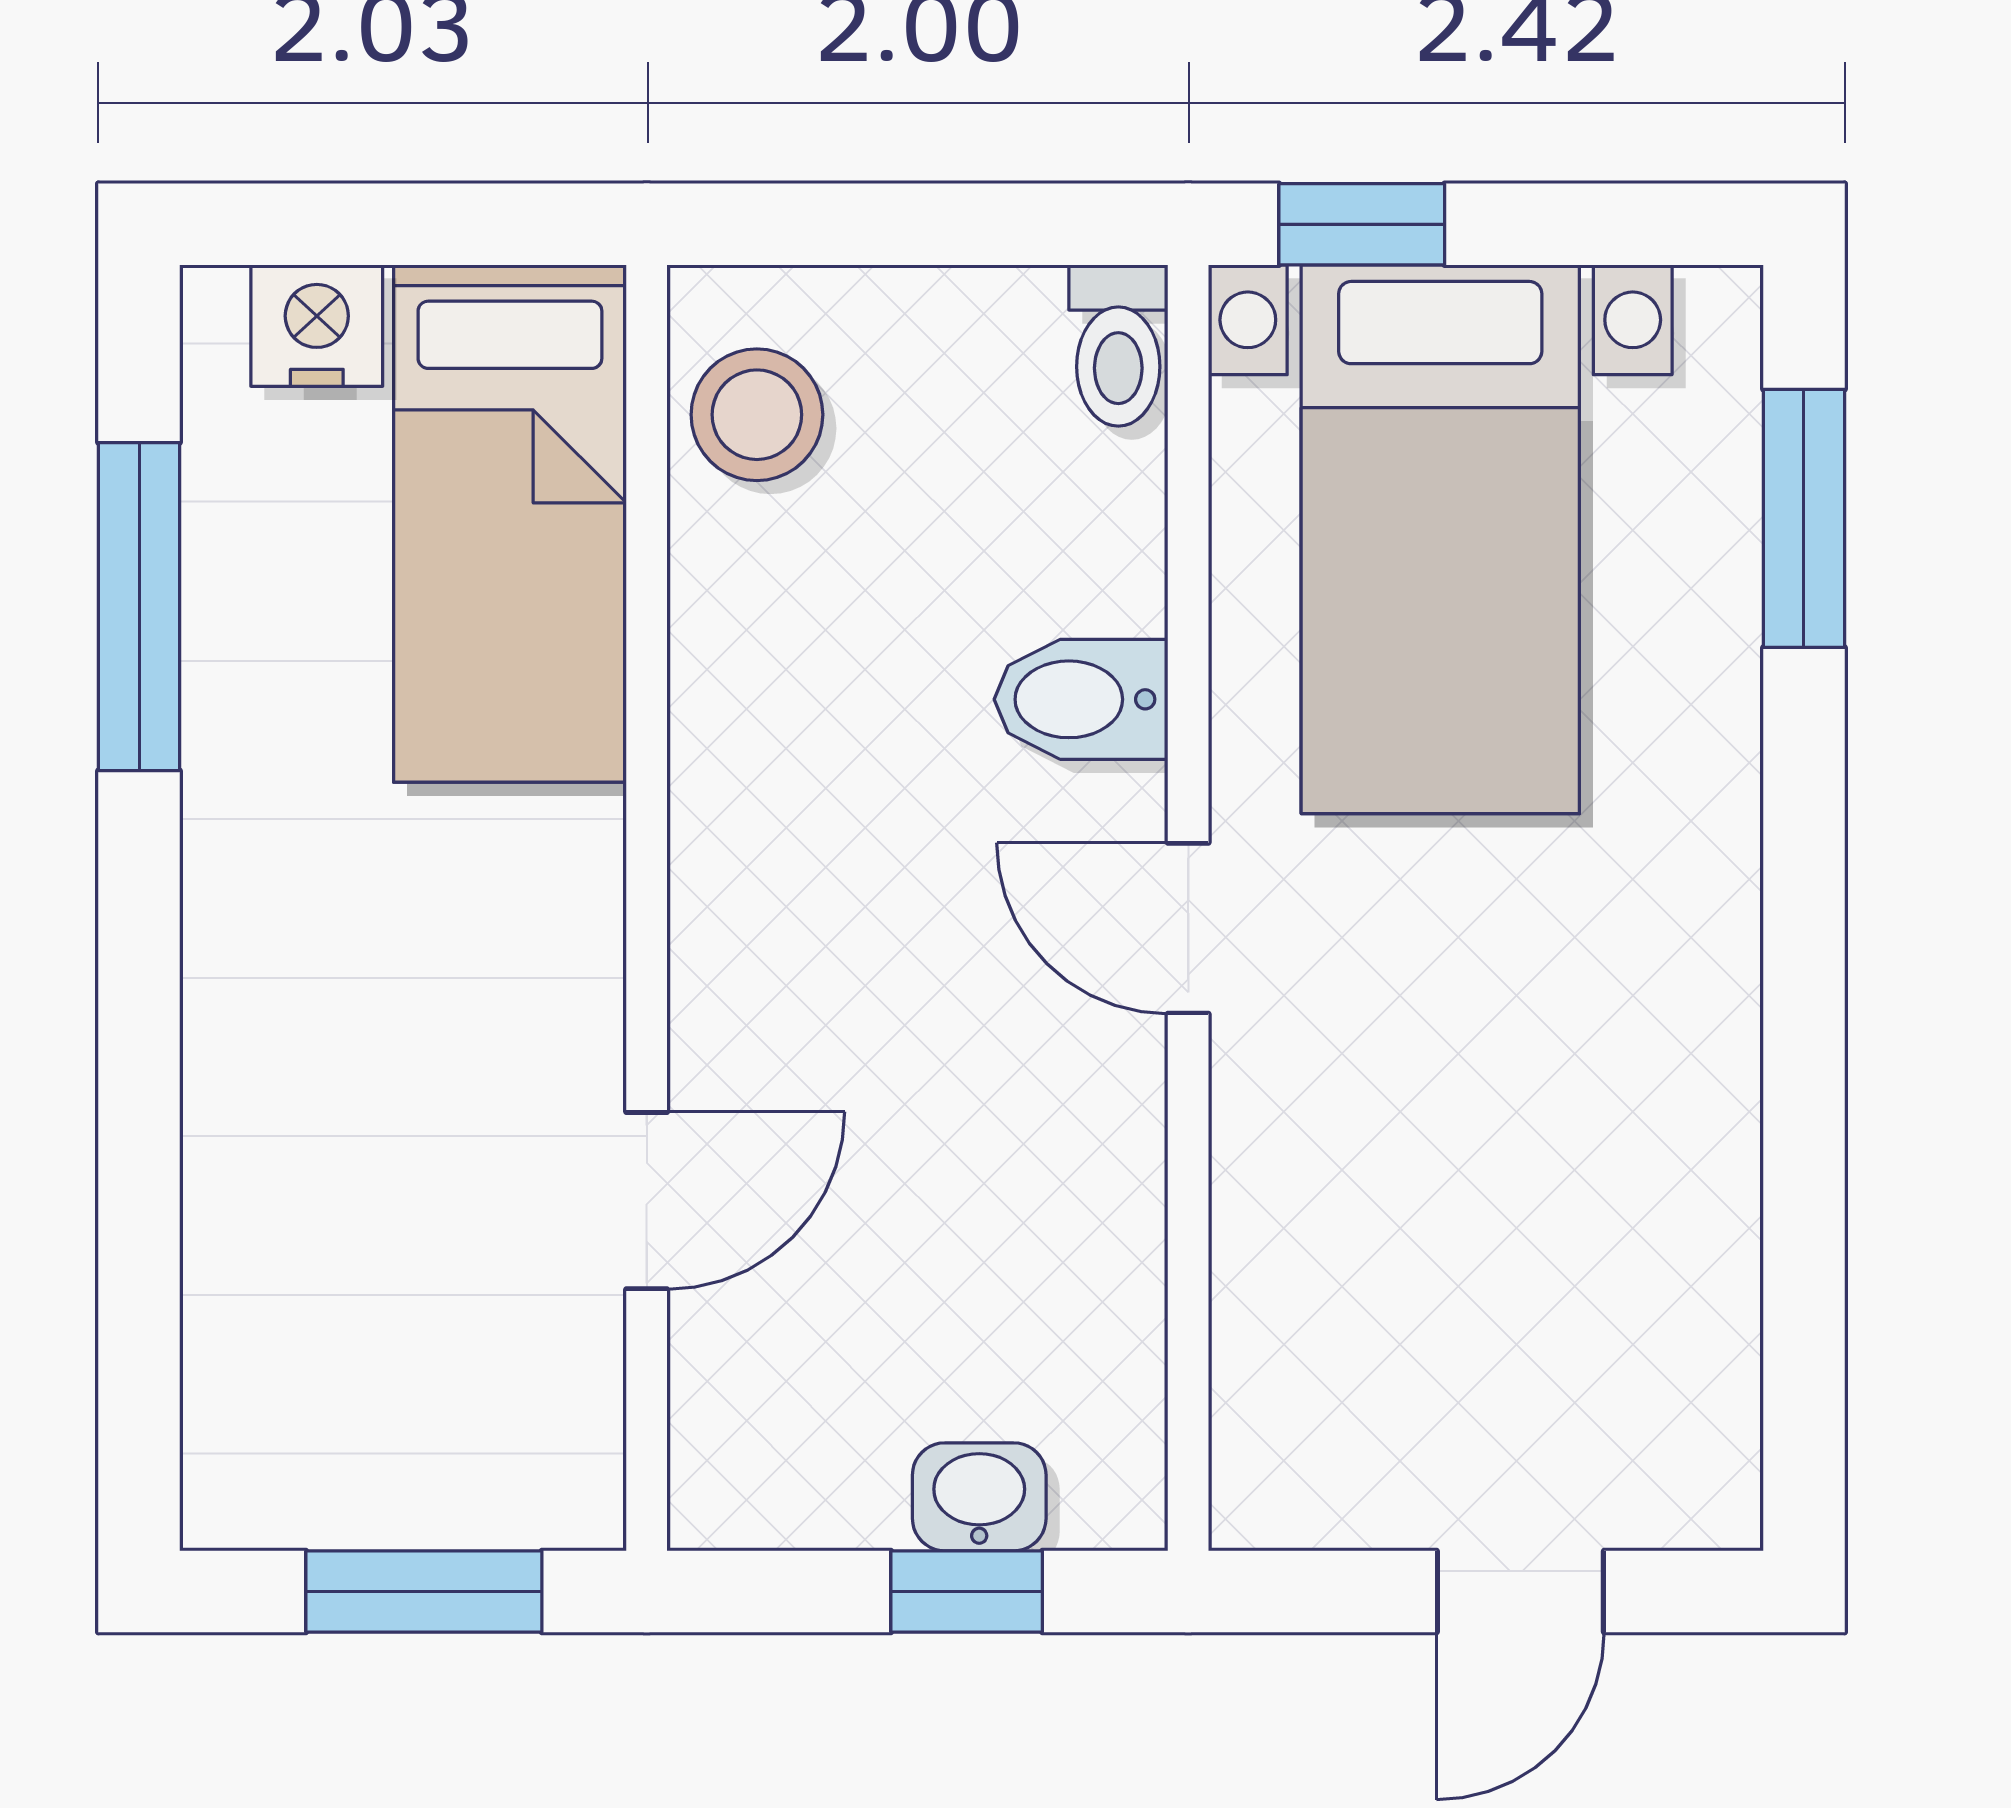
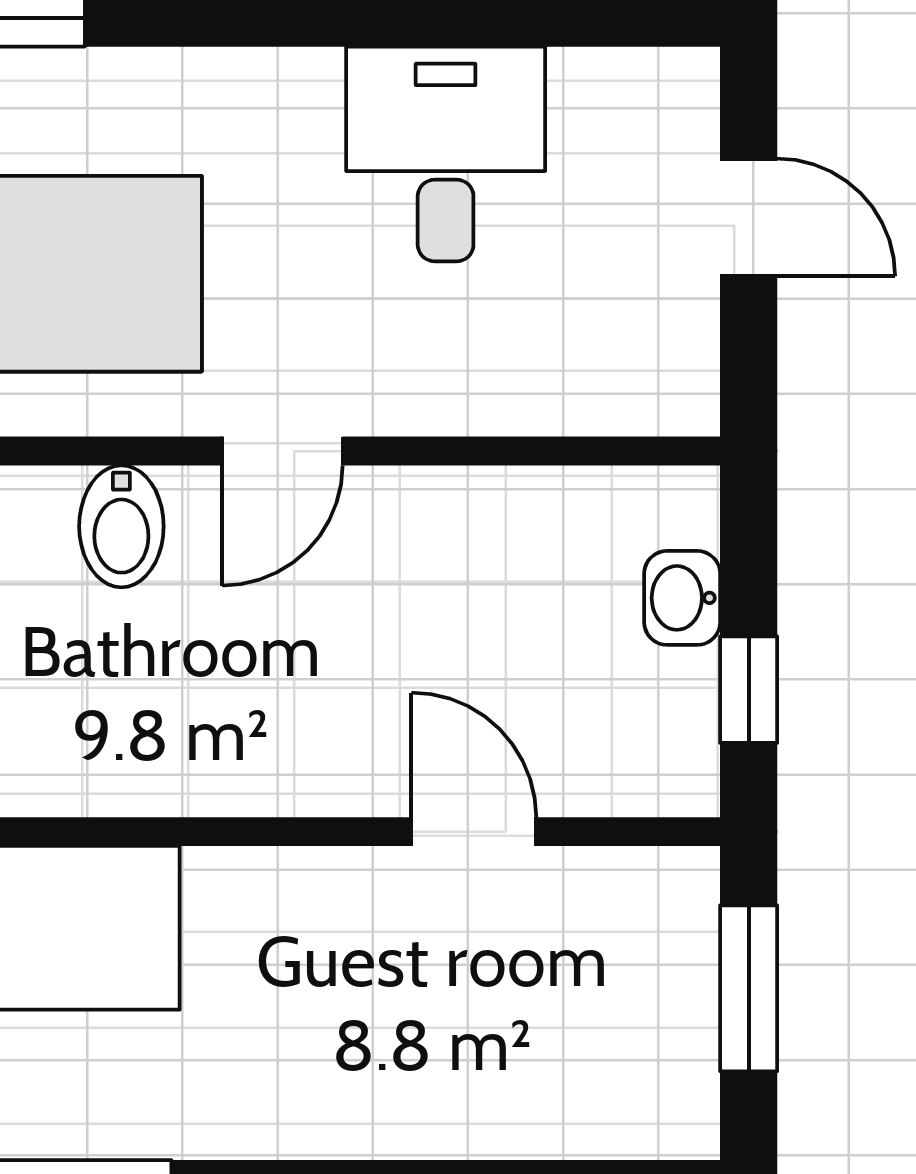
desk: (1611, 1160) -> (446, 154), added
window: (967, 1591) -> (749, 690), moved

